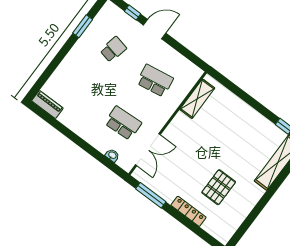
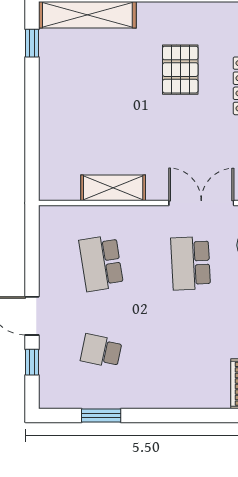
shelving: (197, 99) -> (113, 188), moved
pallet: (219, 187) -> (180, 70), turned 90

